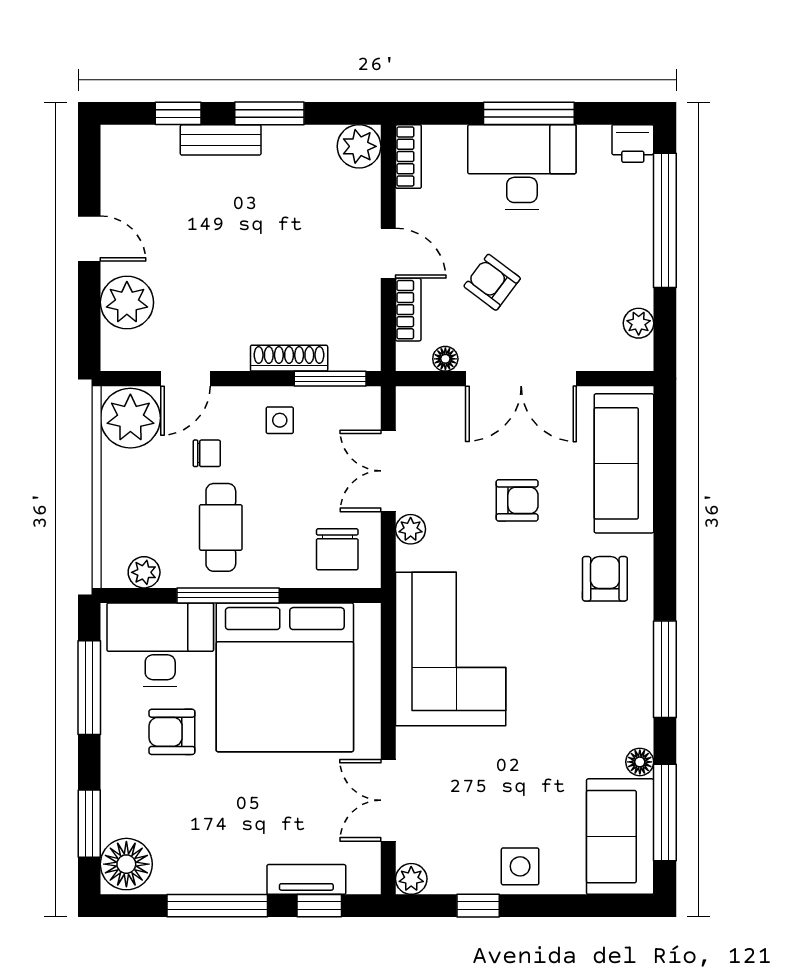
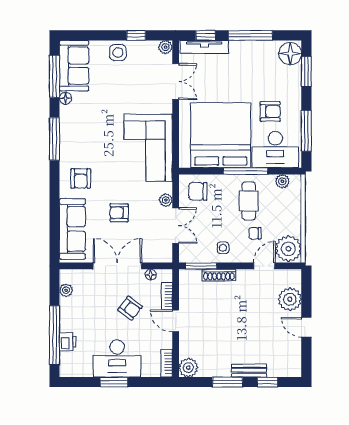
window: (529, 113) -> (114, 382), width x0.69
printer: (633, 143) -> (68, 342), moved, turned 90
chair: (337, 549) -> (198, 191), turned -90
tv unit: (306, 879) -> (204, 47), width x1.41

